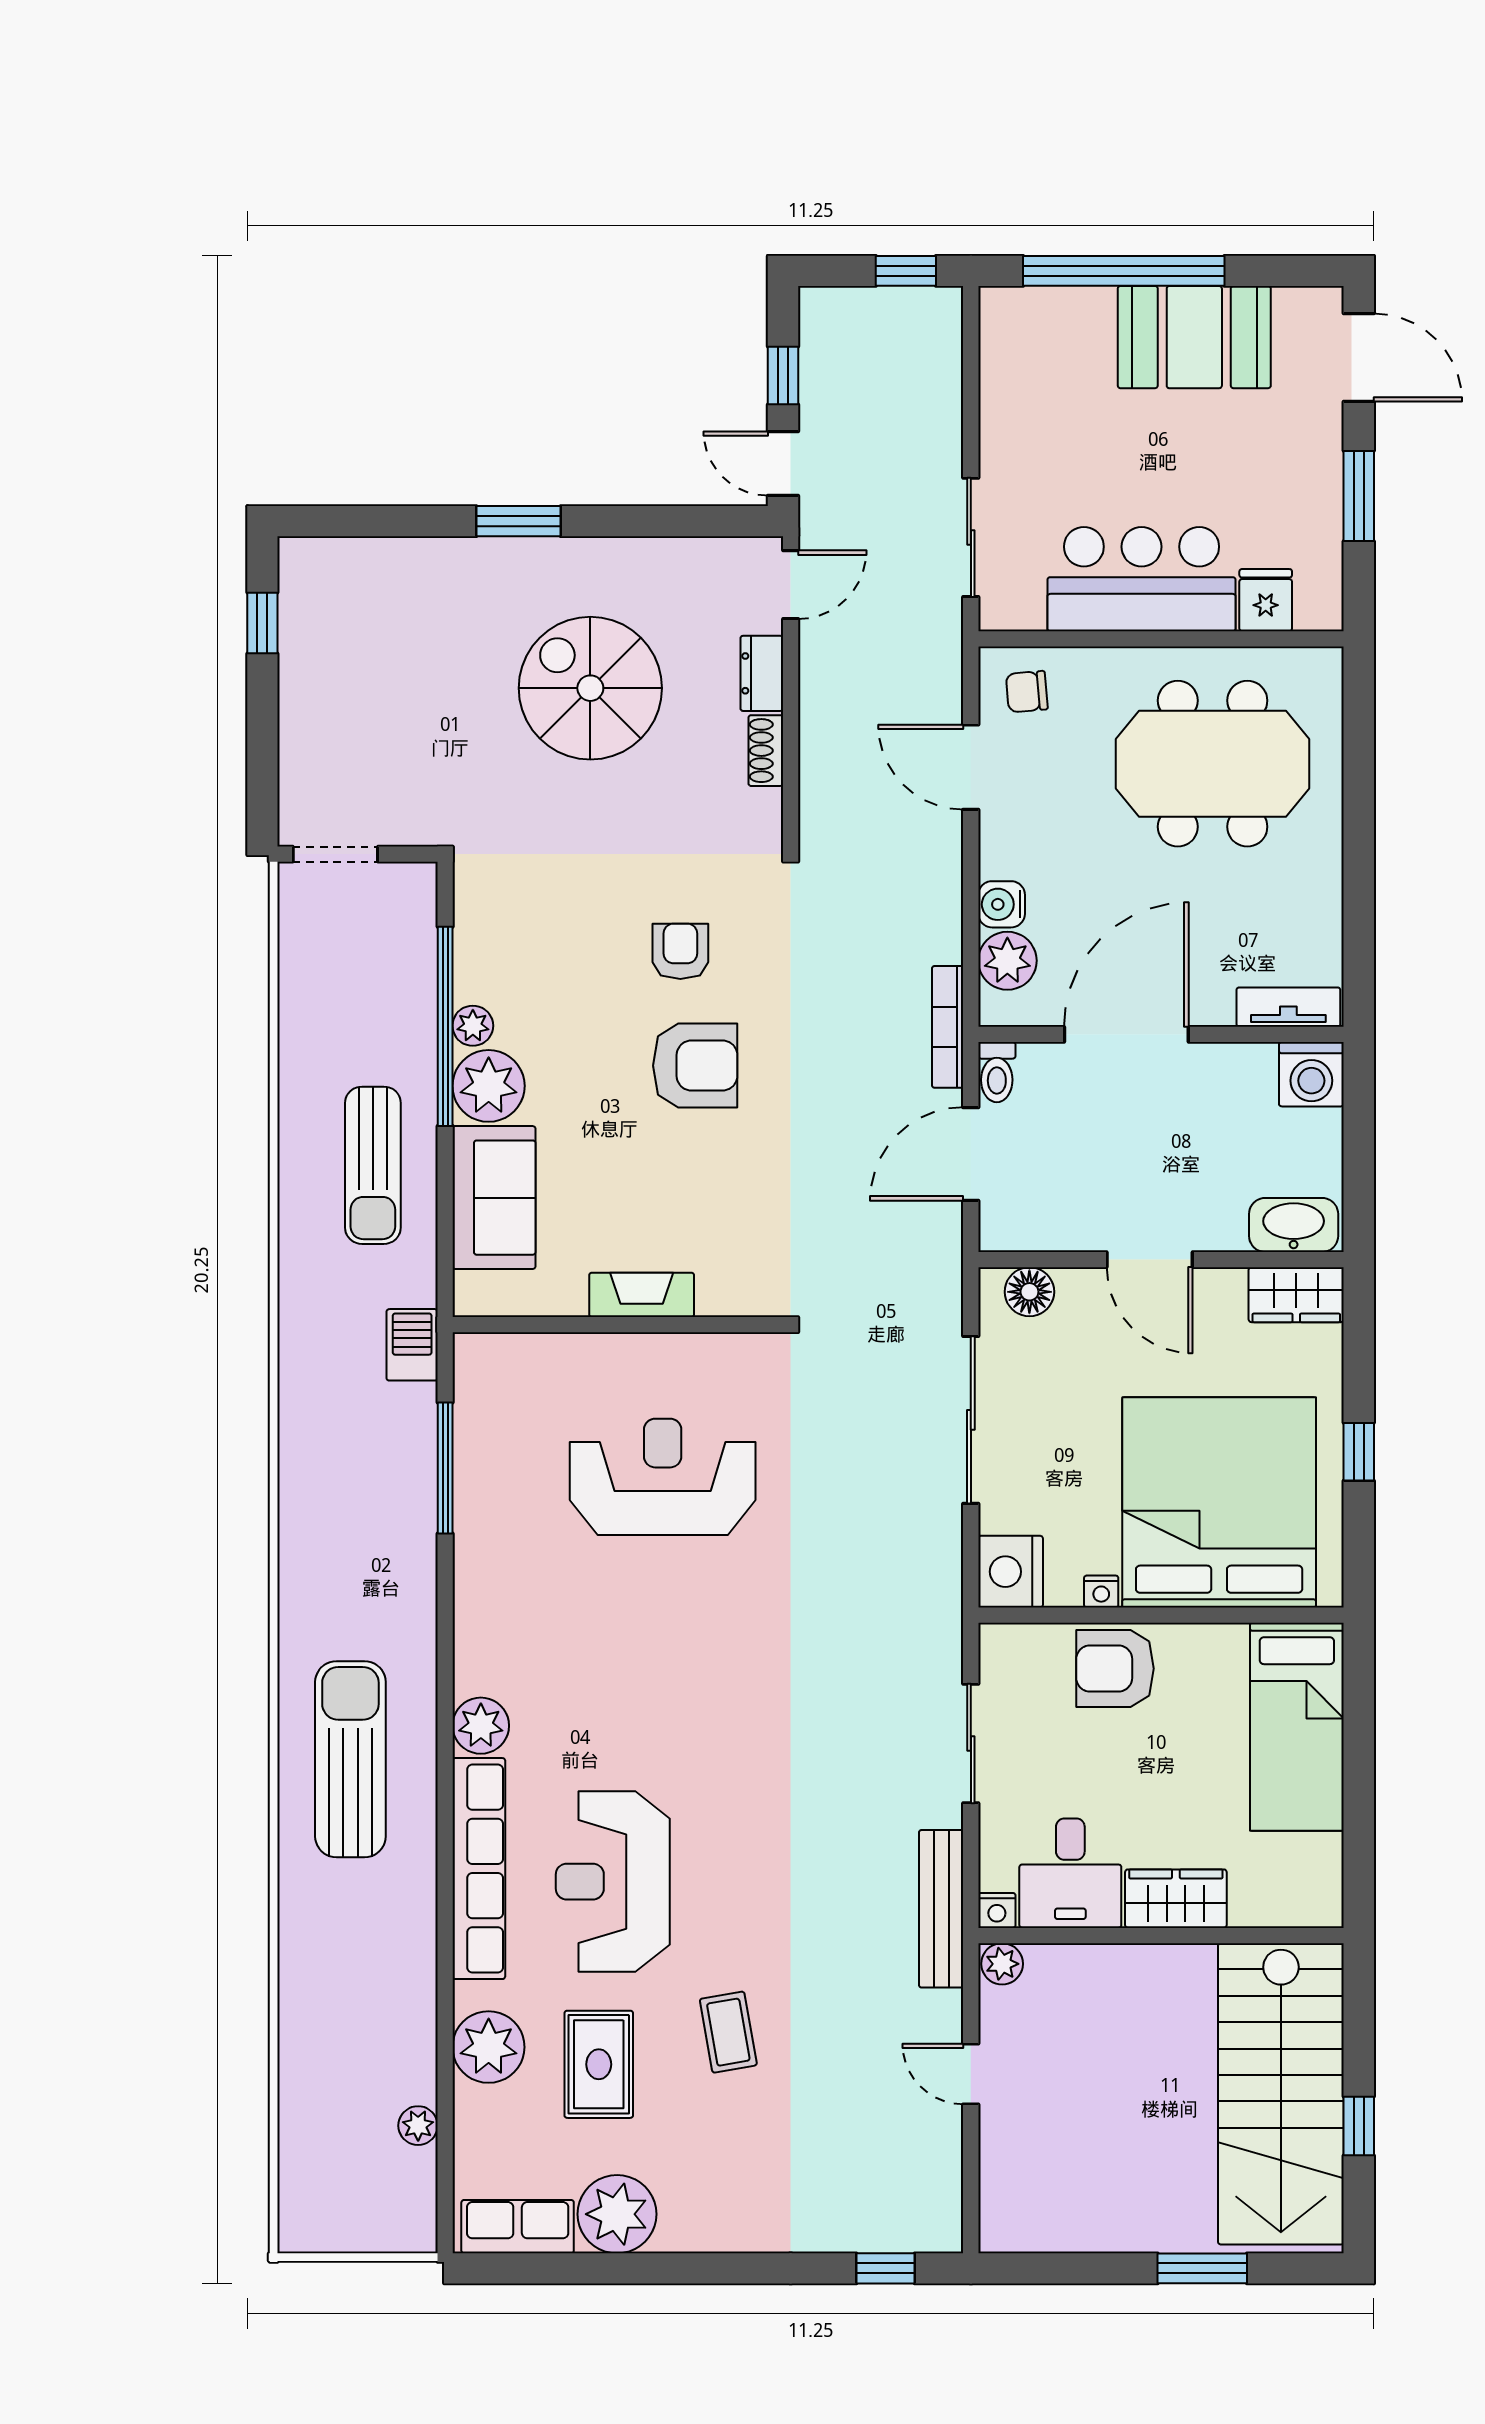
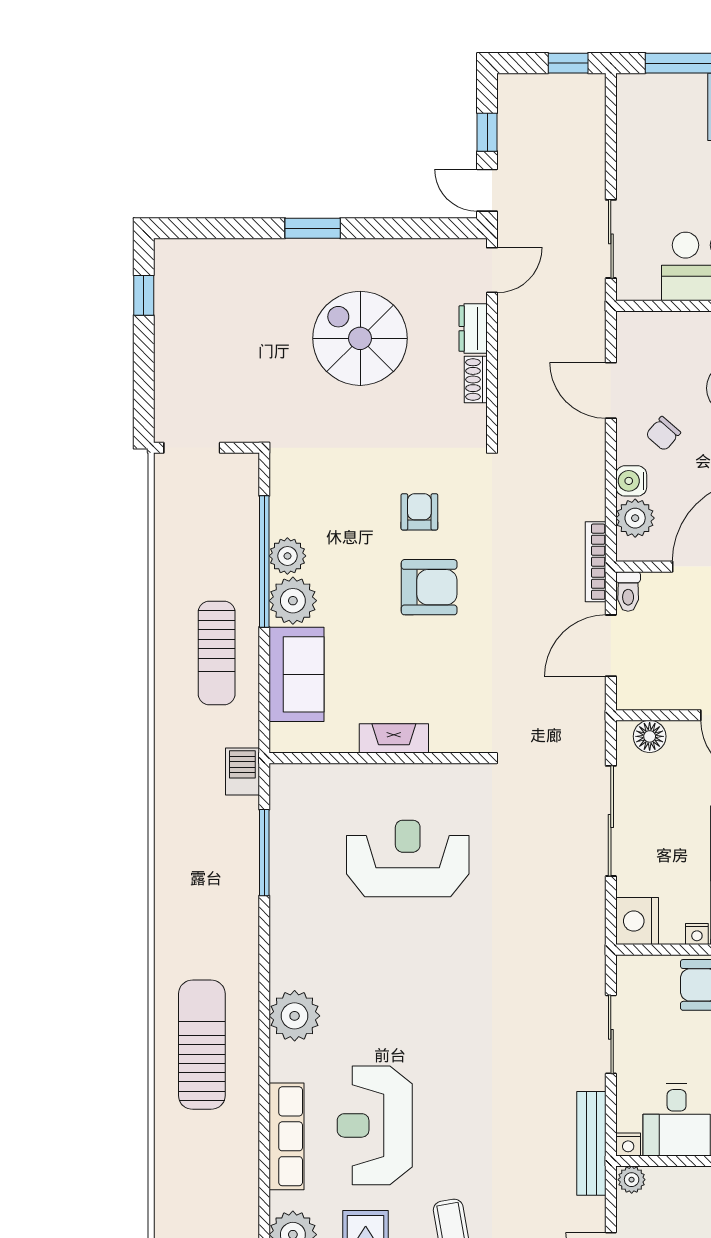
chair: (1027, 692) -> (663, 434), moved, turned -44
plant: (473, 1026) -> (287, 556), width x1.38, depth x1.38
plant: (481, 1726) -> (295, 1016), width x1.36, depth x1.36
row of seats: (479, 1869) -> (286, 1136), width x0.73

